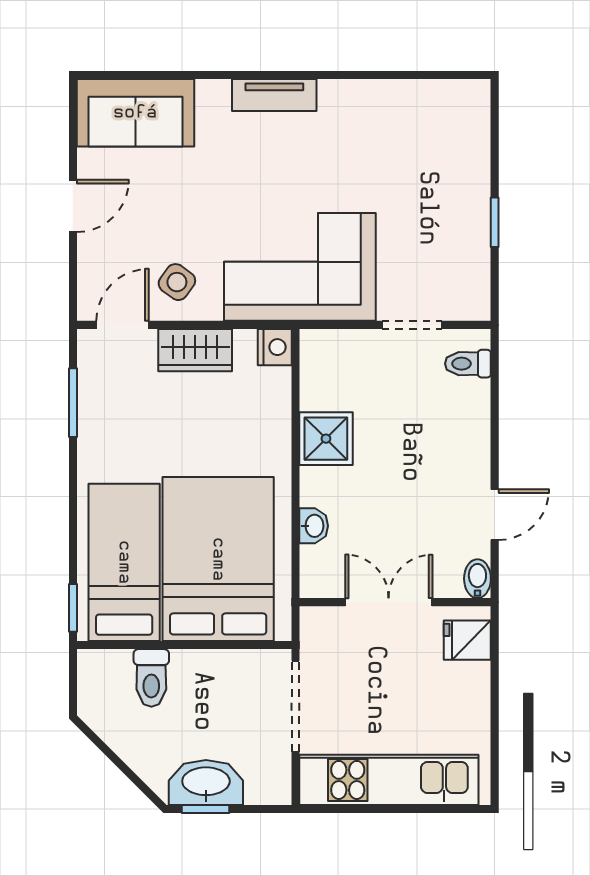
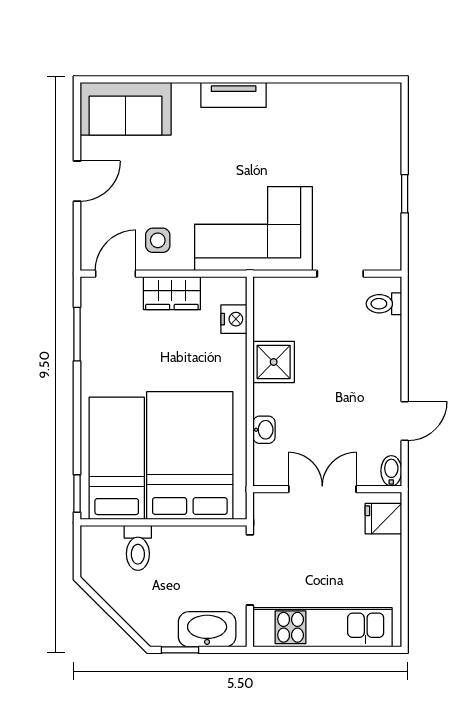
side table: (177, 282) -> (158, 240), turned -36
nightstand: (275, 347) -> (234, 319), moved
washbasin: (206, 783) -> (207, 629), moved

